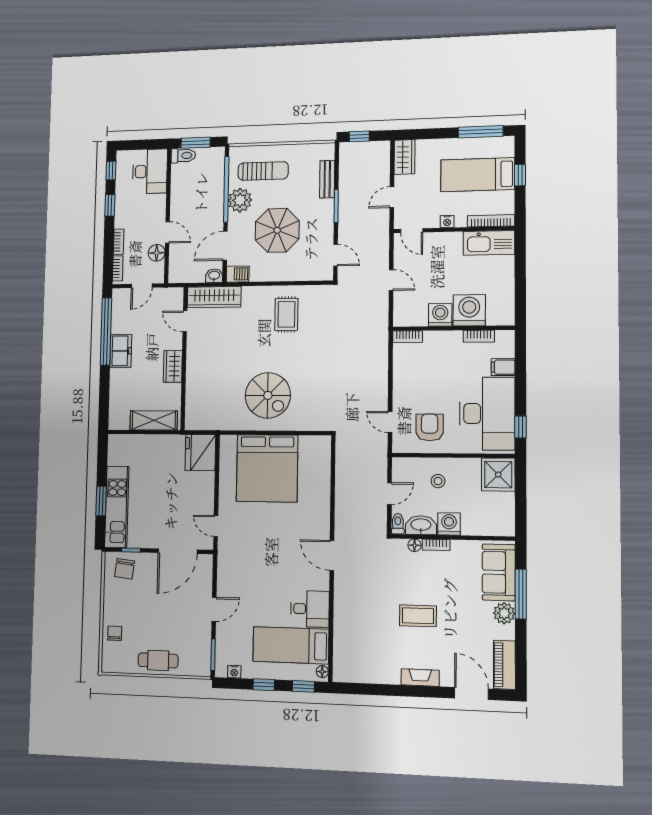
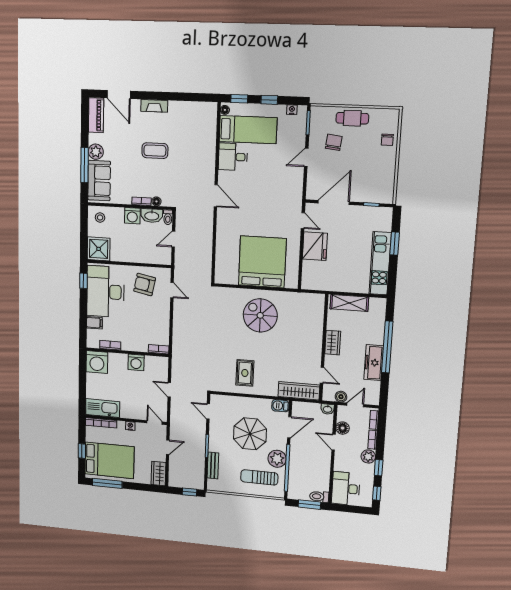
bed: (478, 175) -> (109, 460), width x1.50
plant: (123, 219) -> (368, 457), added
washbasin: (214, 276) -> (328, 409), moved
boiler: (160, 295) -> (341, 397), added
washing machine: (469, 310) -> (97, 362), moved
window: (106, 331) -> (387, 347), moved
freezer: (121, 351) -> (374, 363), width x1.40
armchair: (430, 427) -> (145, 285), turned 101
fridge: (200, 453) -> (315, 246), moved
stool: (438, 481) -> (100, 218), moved
kitchen unit: (117, 507) -> (380, 263), moved
chair: (125, 569) -> (334, 142), moved

